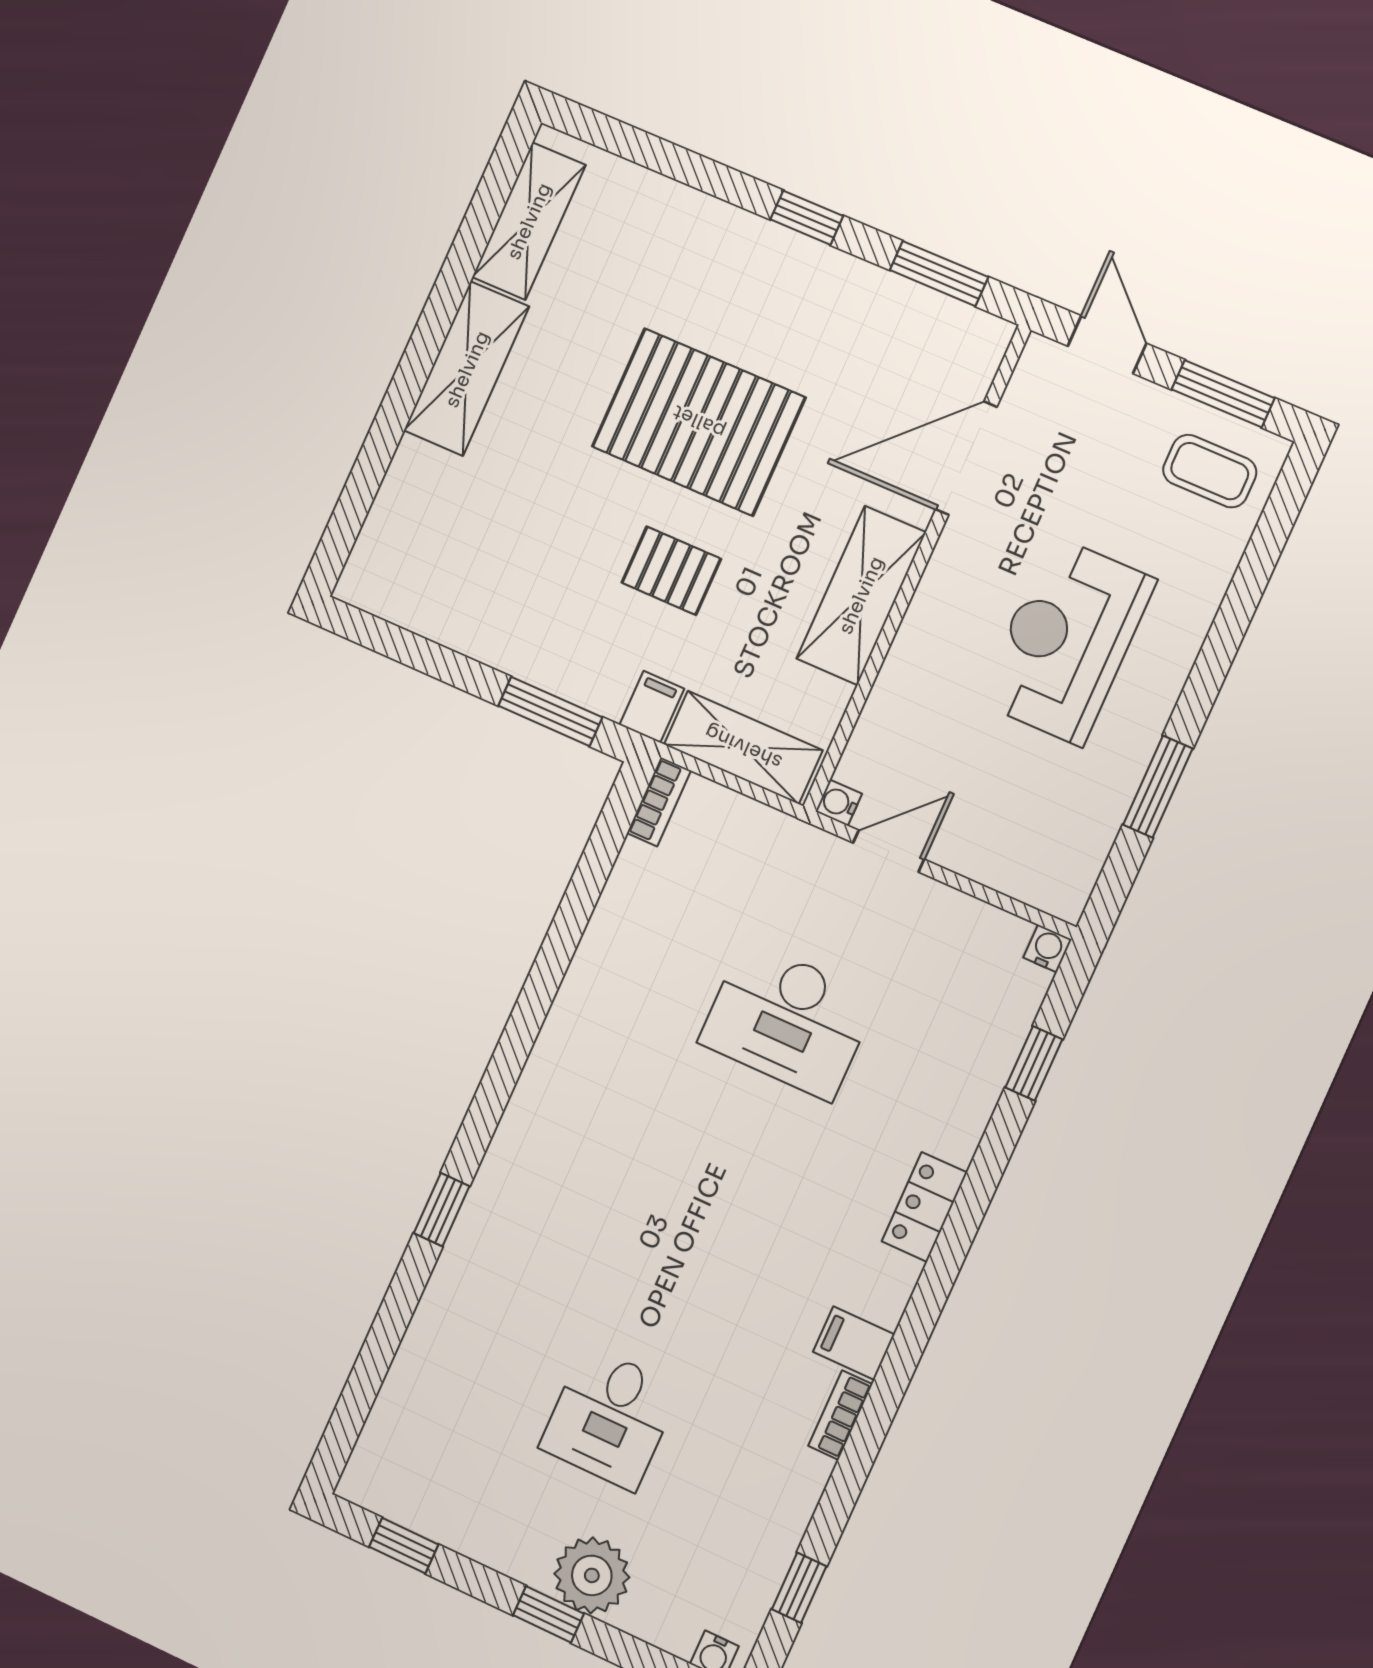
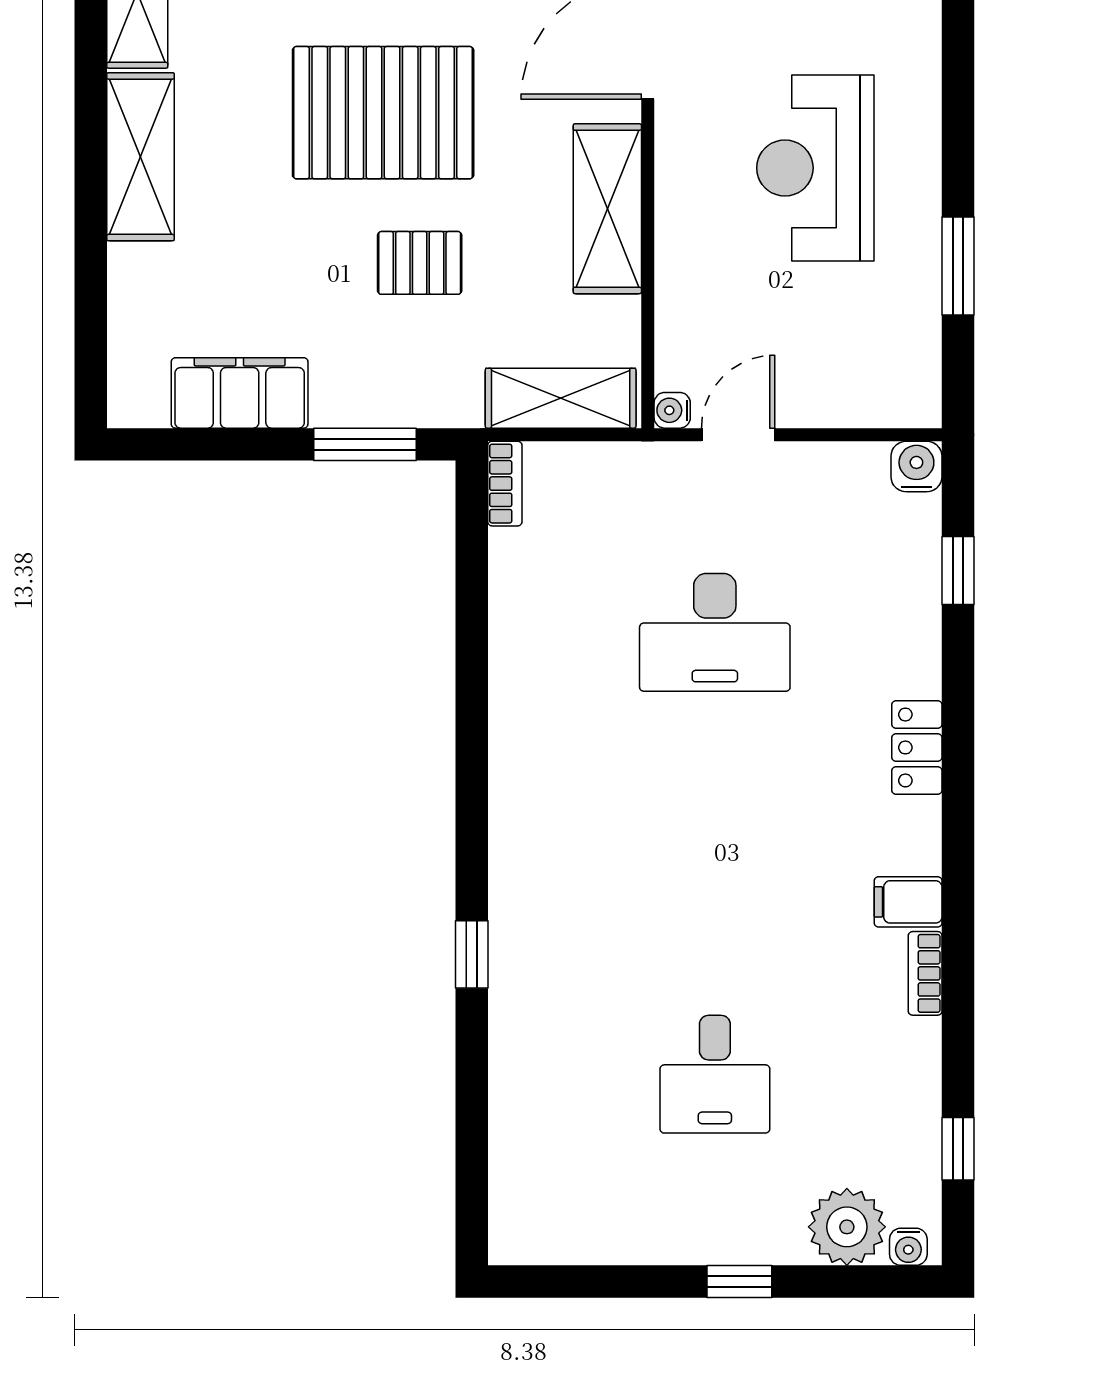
filing cabinet: (652, 707) -> (240, 393), moved, width x3.00, depth x1.17
water cooler: (1047, 948) -> (916, 467), width x1.38, depth x1.38
window: (404, 1546) -> (577, 1281), removed
plant: (592, 1575) -> (847, 1227), moved

